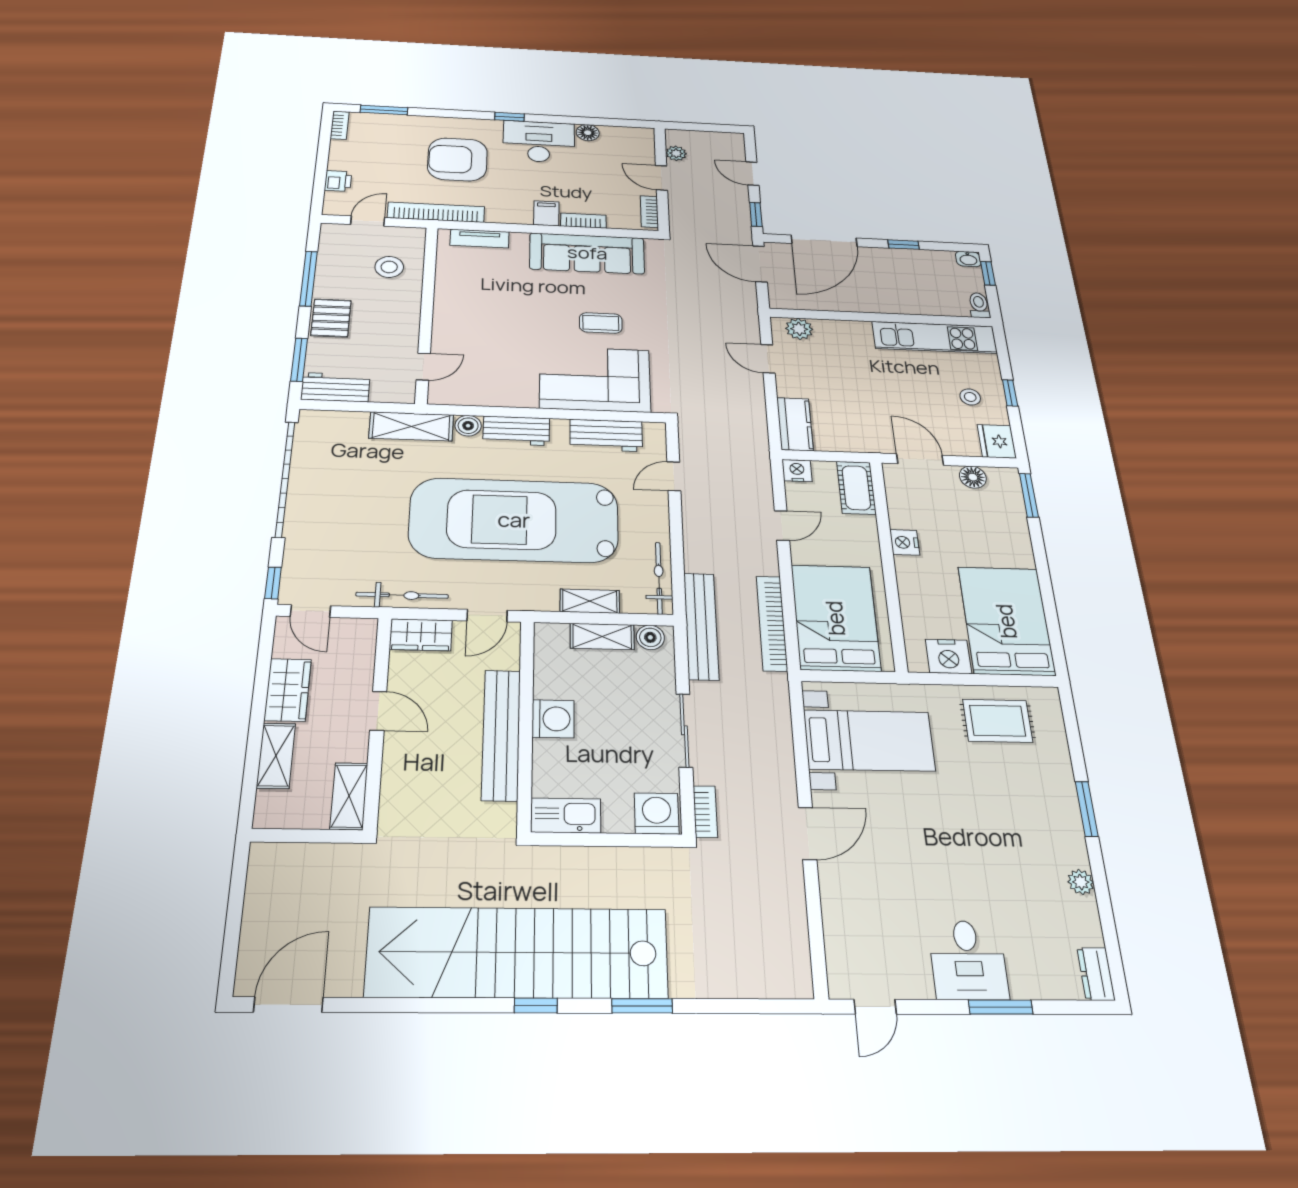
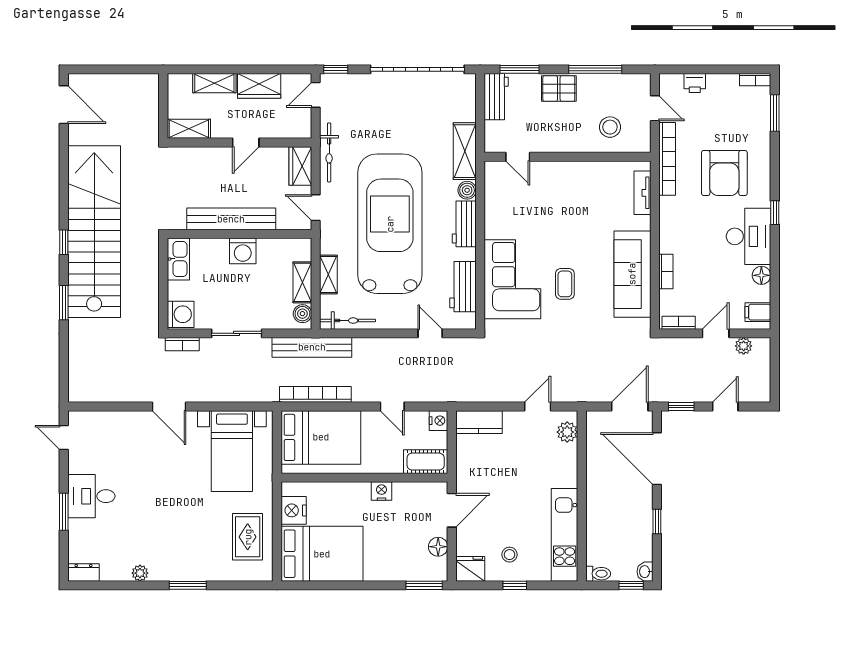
armchair: (457, 159) -> (724, 173), turned 180
filing cabinet: (546, 213) -> (758, 312), moved, turned 180

